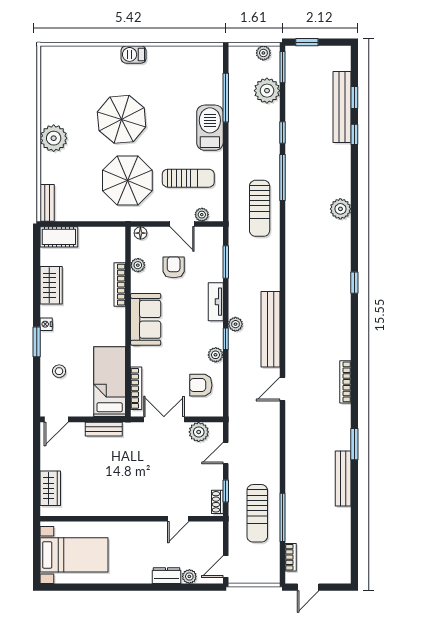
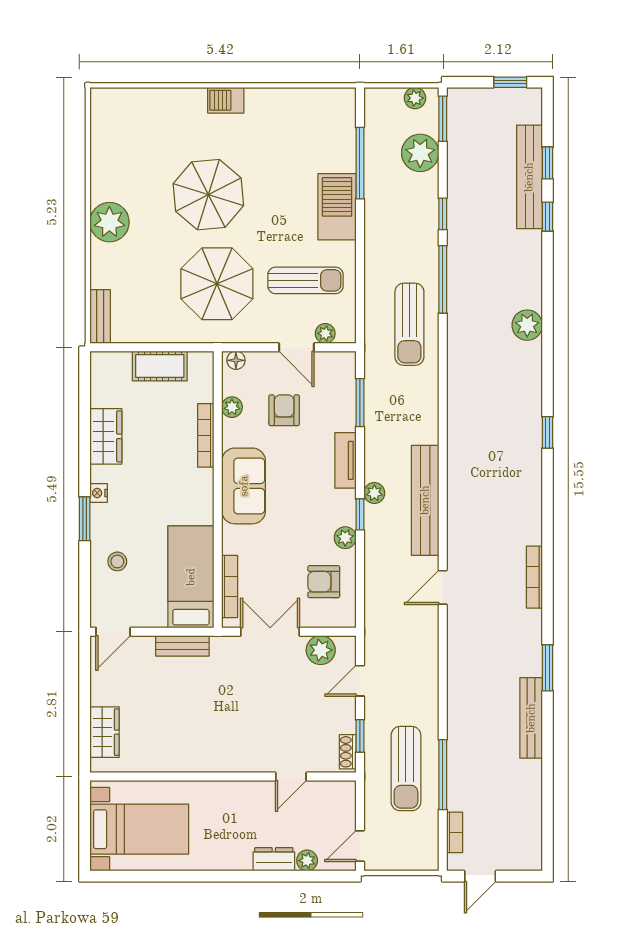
window: (307, 42) -> (510, 82), moved
cot: (59, 237) -> (160, 366), moved

